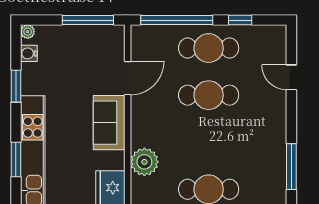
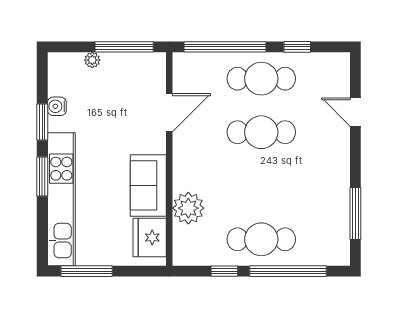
plant: (28, 32) -> (92, 60), moved
water cooler: (29, 53) -> (57, 106), moved
sofa: (109, 123) -> (148, 185), moved
window: (16, 159) -> (42, 177), moved

